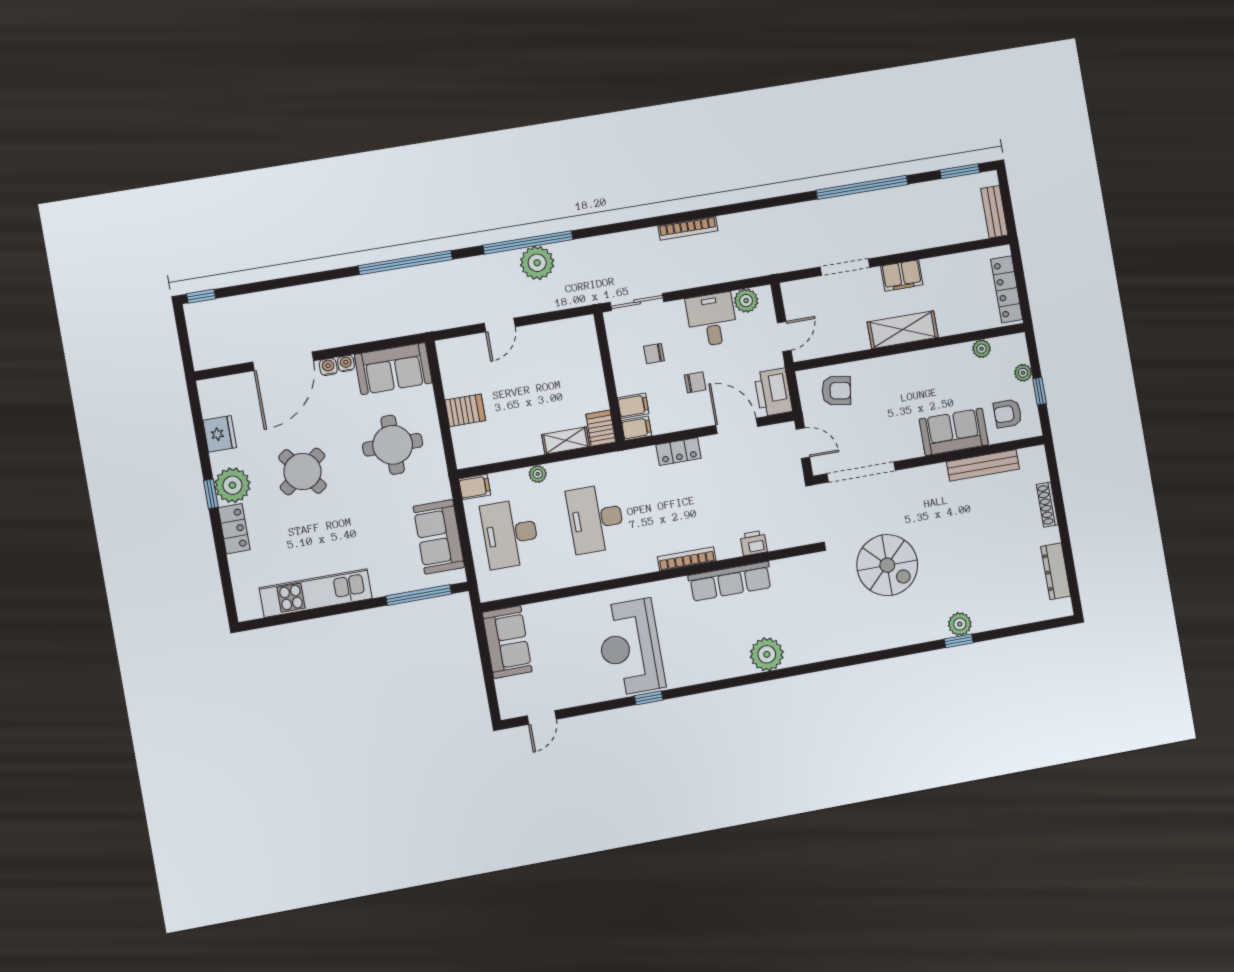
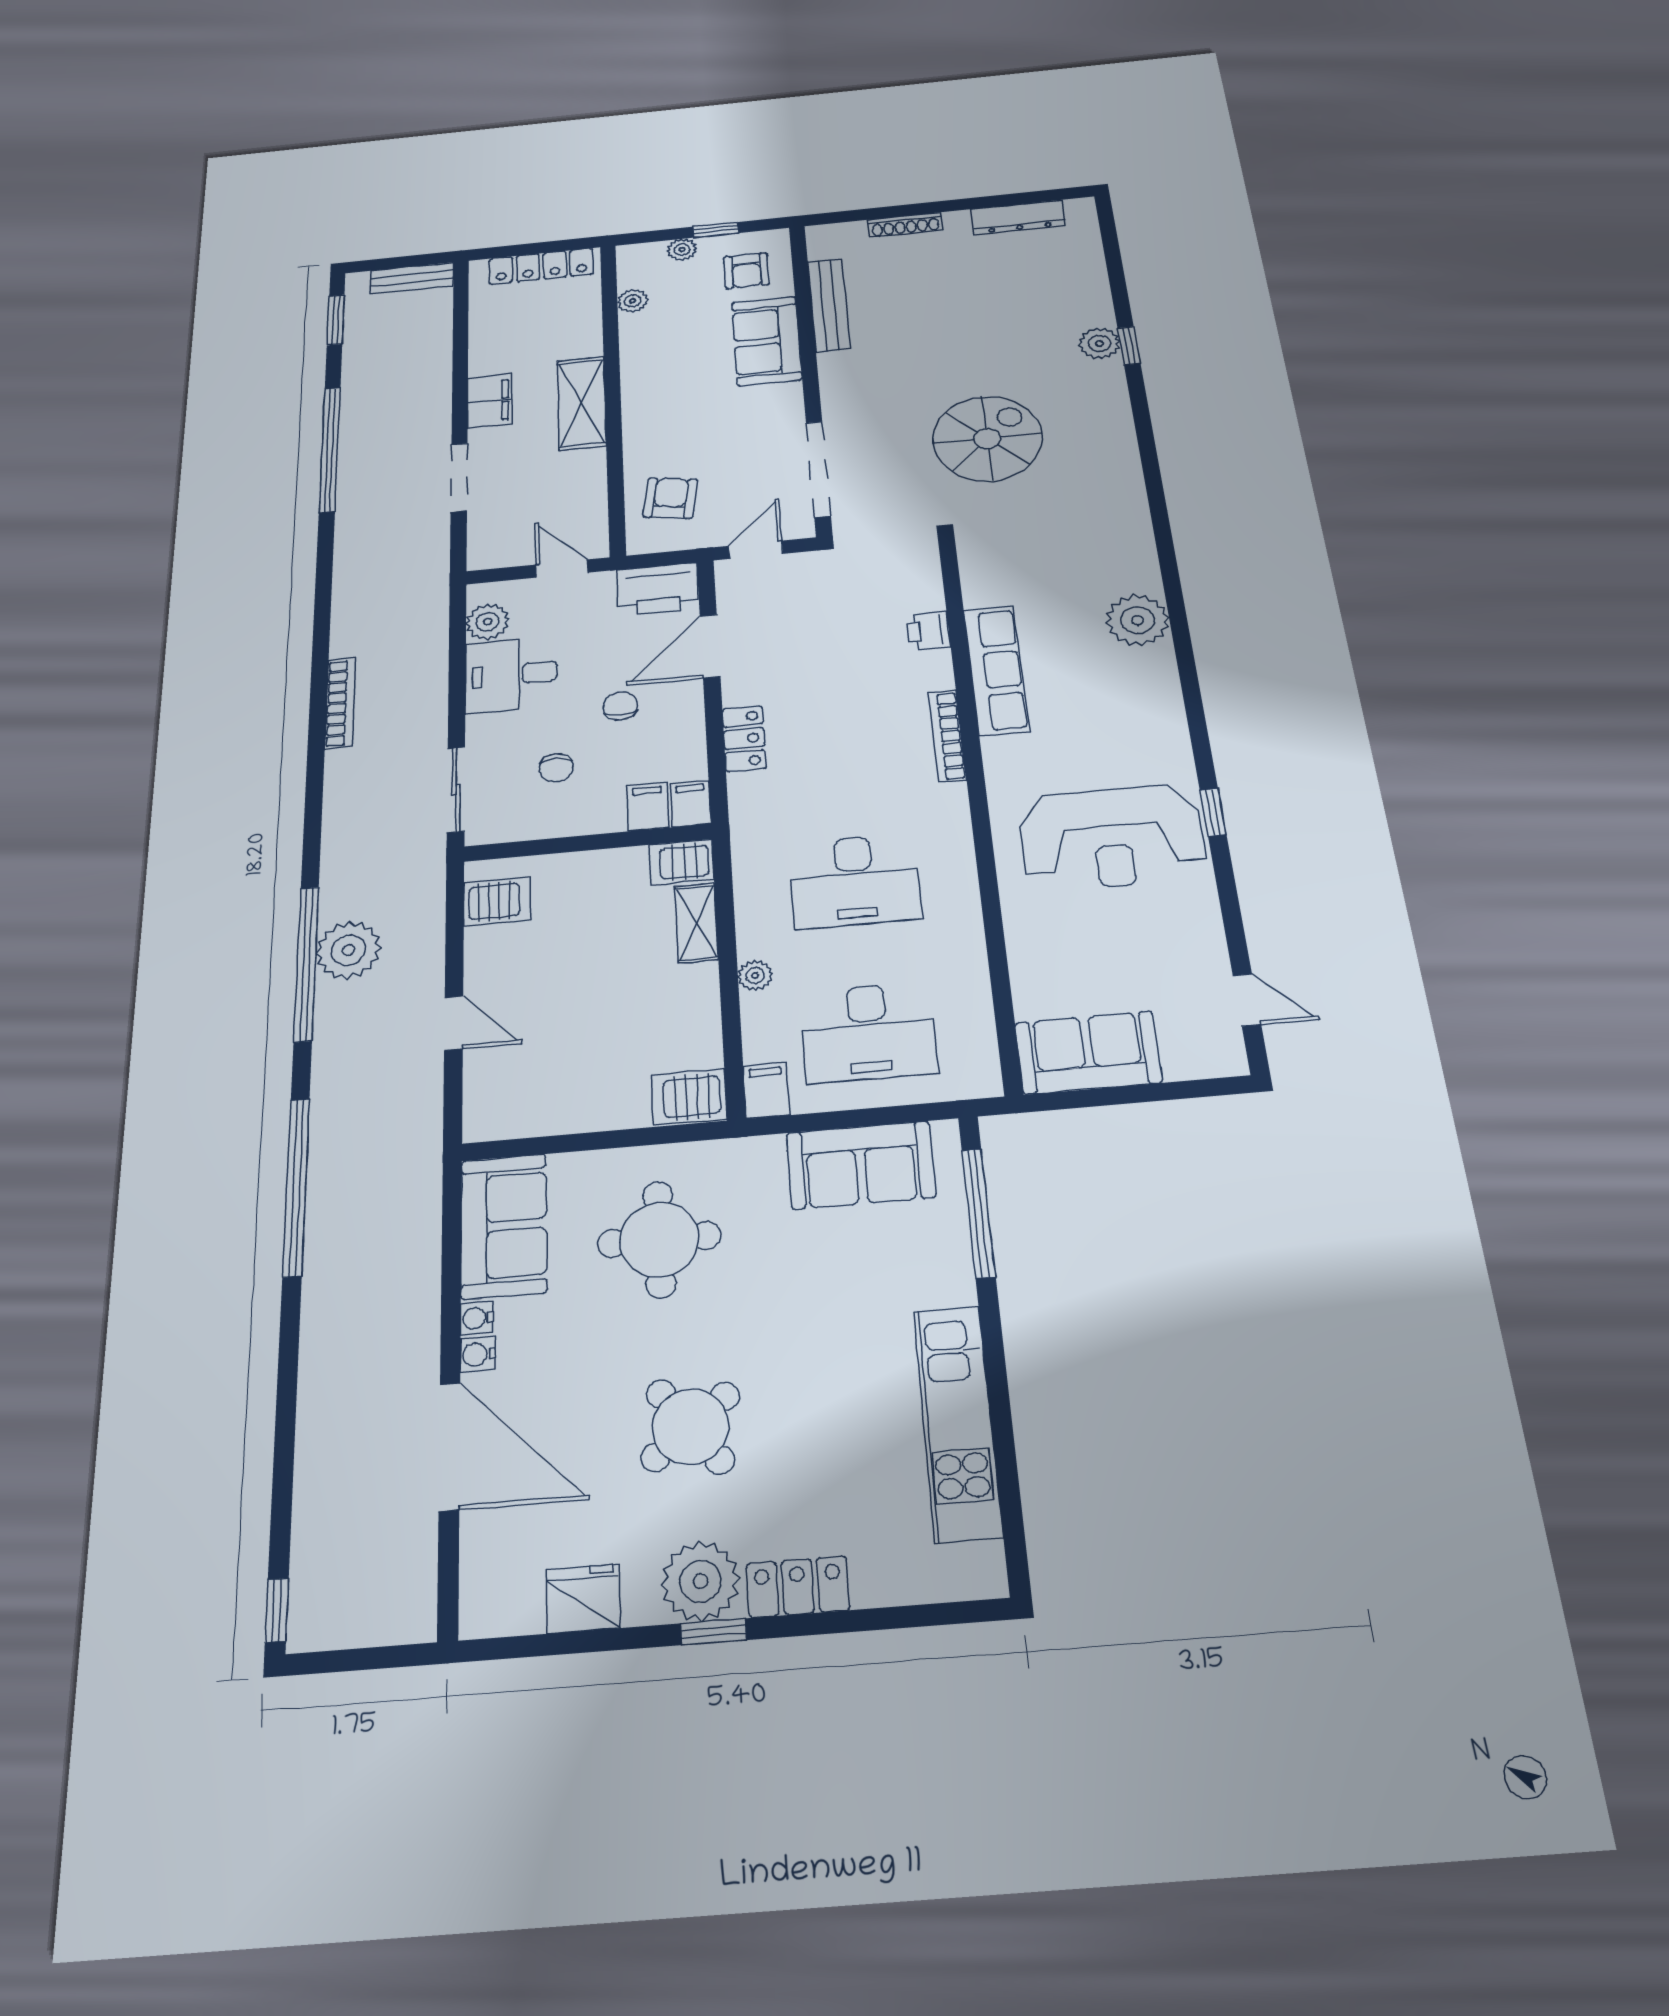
server rack: (571, 335) -> (497, 901), added
server rack: (465, 410) -> (689, 1097), moved, turned -90

